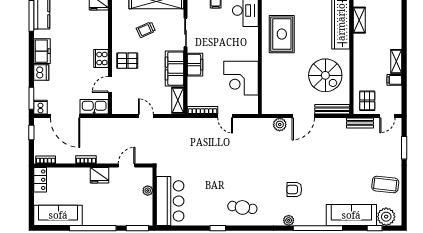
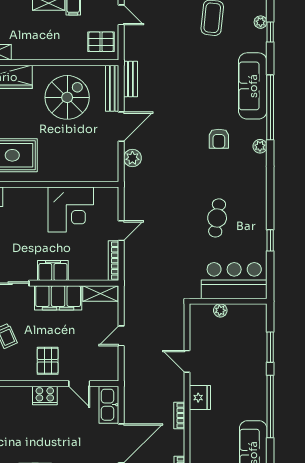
door: (303, 116) -> (121, 127), hinge flipped
bench: (360, 123) -> (130, 79), moved
plant: (148, 191) -> (220, 310), moved
wall: (155, 196) -> (228, 301), moved
bar counter: (170, 201) -> (234, 281), moved
cafe table: (242, 207) -> (217, 218), moved
sofa: (351, 215) -> (253, 86), moved
plant: (386, 217) -> (261, 22), width x0.53, depth x0.53

